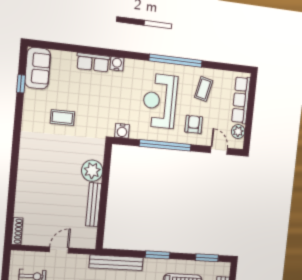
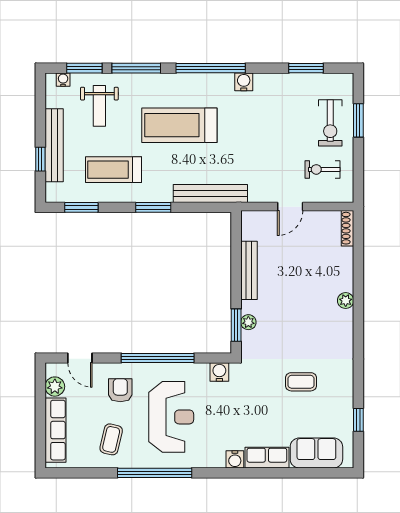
sofa: (38, 68) -> (316, 453), moved, turned 90
armchair: (194, 124) -> (120, 390), turned 180
window: (107, 165) -> (236, 325), added
plant: (92, 171) -> (248, 322), width x0.53, depth x0.53
plant: (23, 176) -> (346, 301), added

